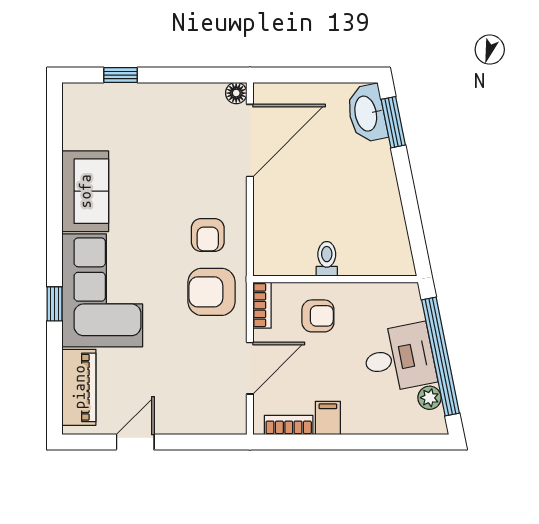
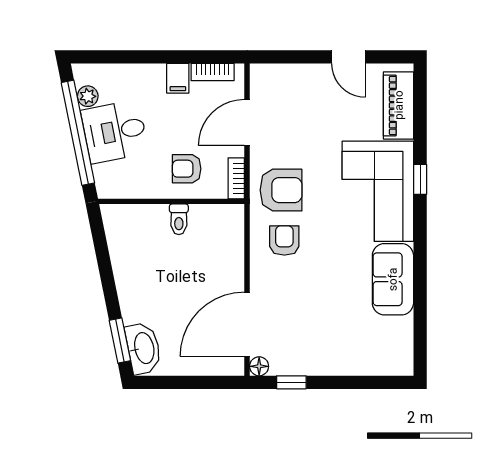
window: (120, 75) -> (291, 382), moved
door: (135, 442) -> (349, 57), hinge flipped

